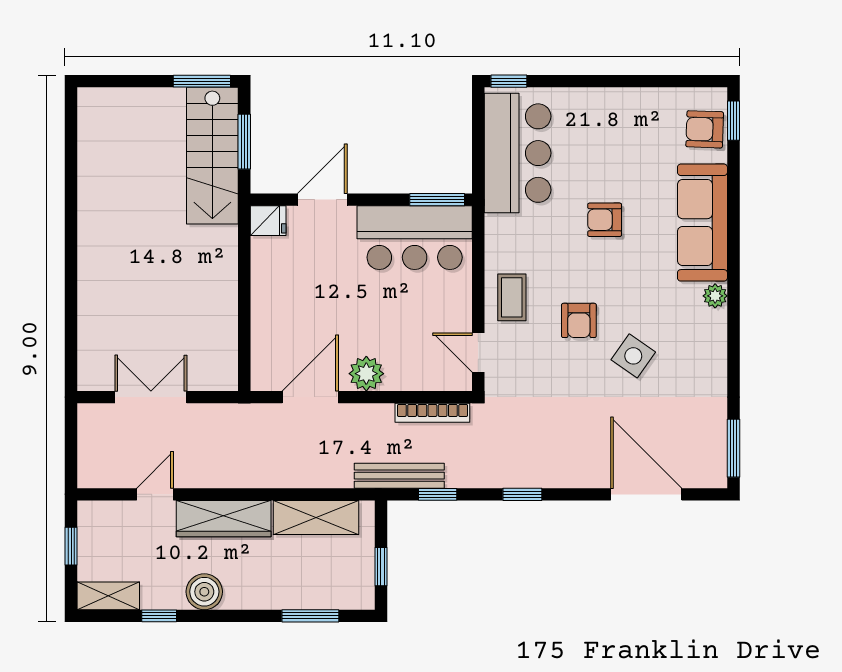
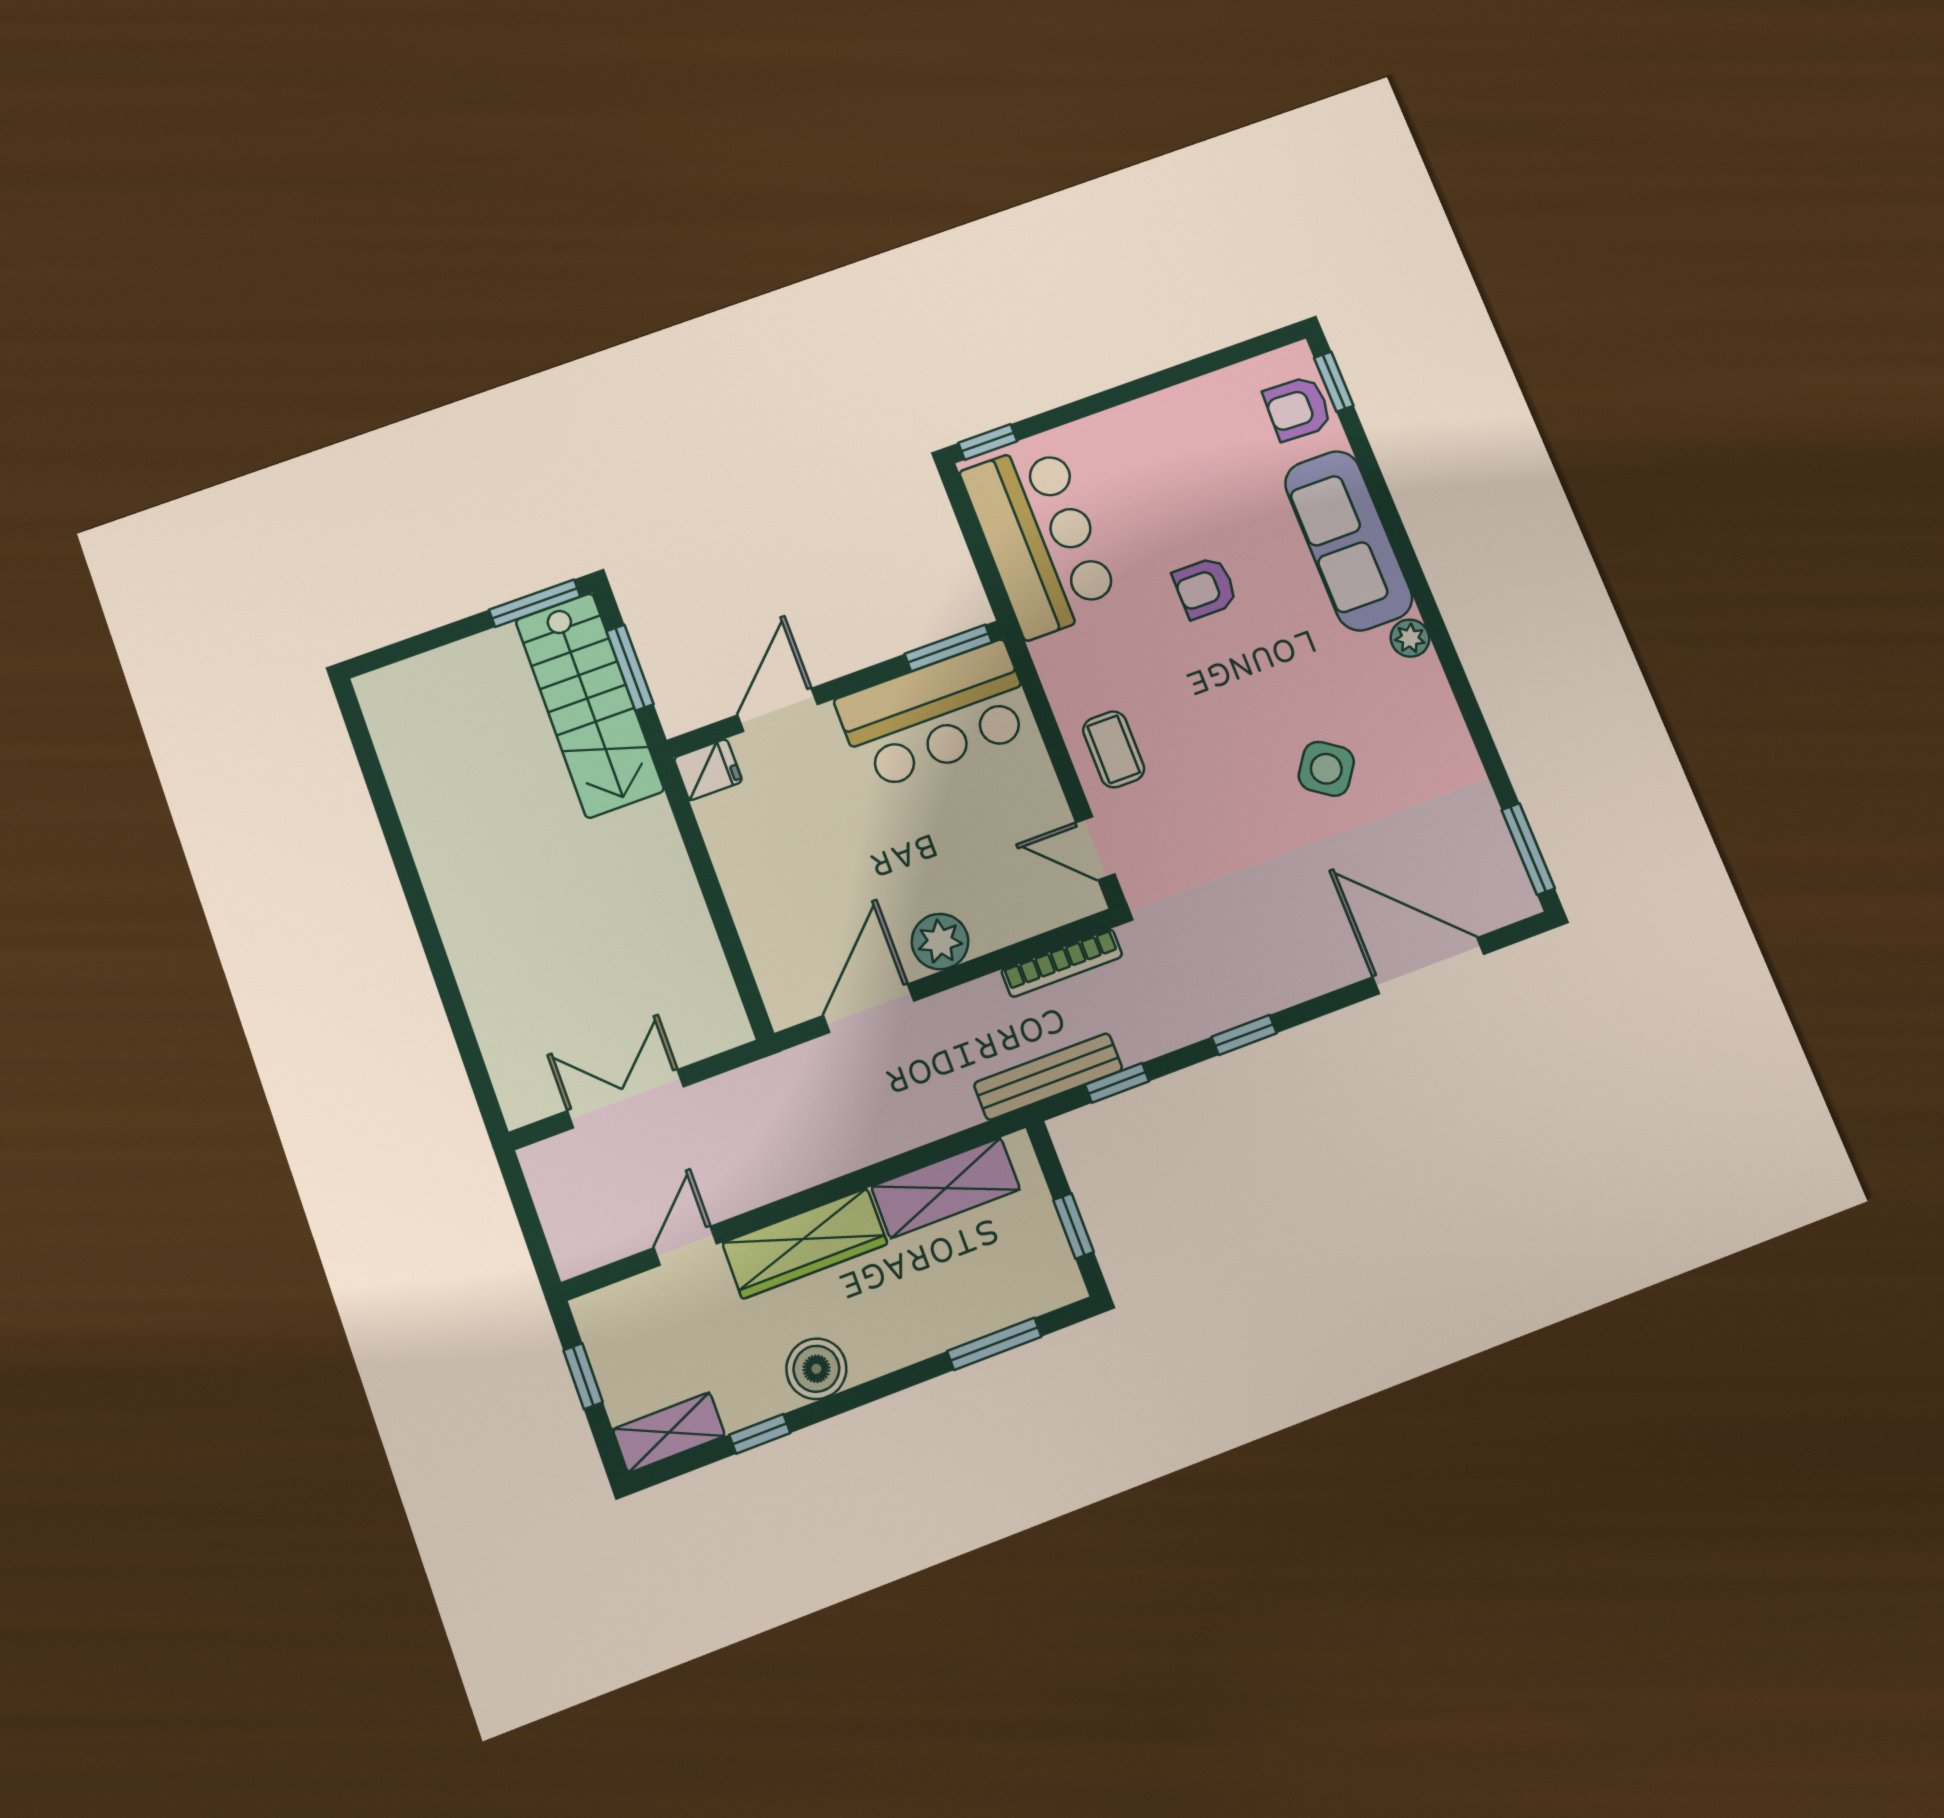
armchair: (579, 320) -> (1226, 747), removed

